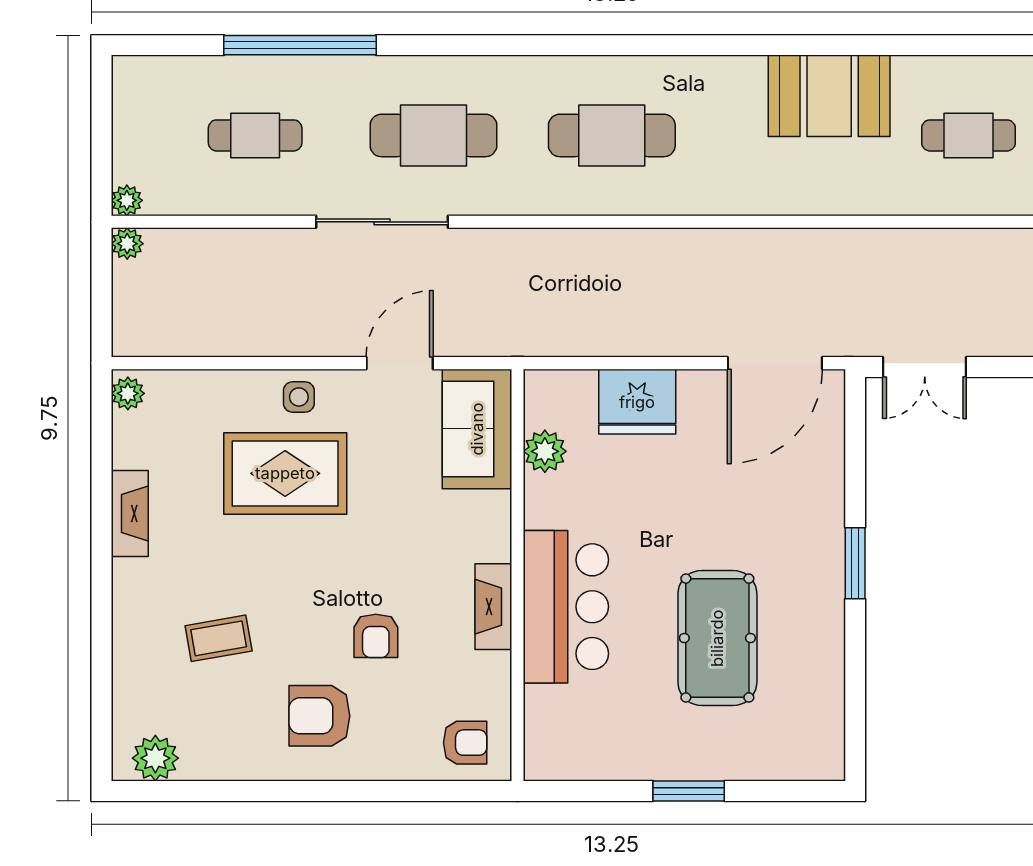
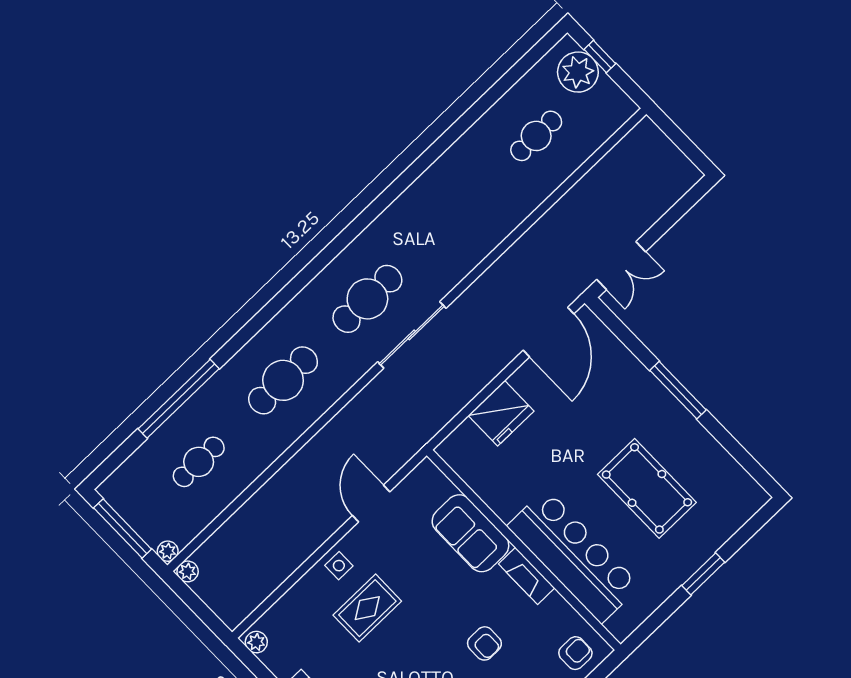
booth: (829, 96) -> (452, 181), removed
window: (101, 128) -> (123, 528), added
sliding door: (382, 222) -> (412, 335), moved
sofa: (477, 429) -> (470, 533), moved
plant: (545, 451) -> (480, 479), removed
rug: (285, 473) -> (367, 608), width x0.73, depth x0.70
window: (855, 563) -> (678, 390), width x1.44
bar counter: (566, 607) -> (574, 556), width x1.36

